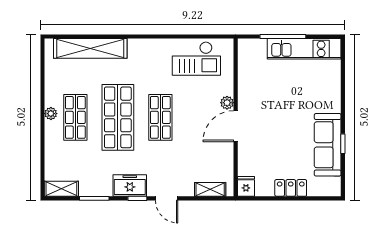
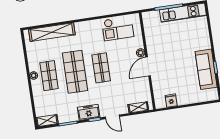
fridge: (246, 186) -> (171, 101), moved
locker: (291, 188) -> (187, 99), removed

